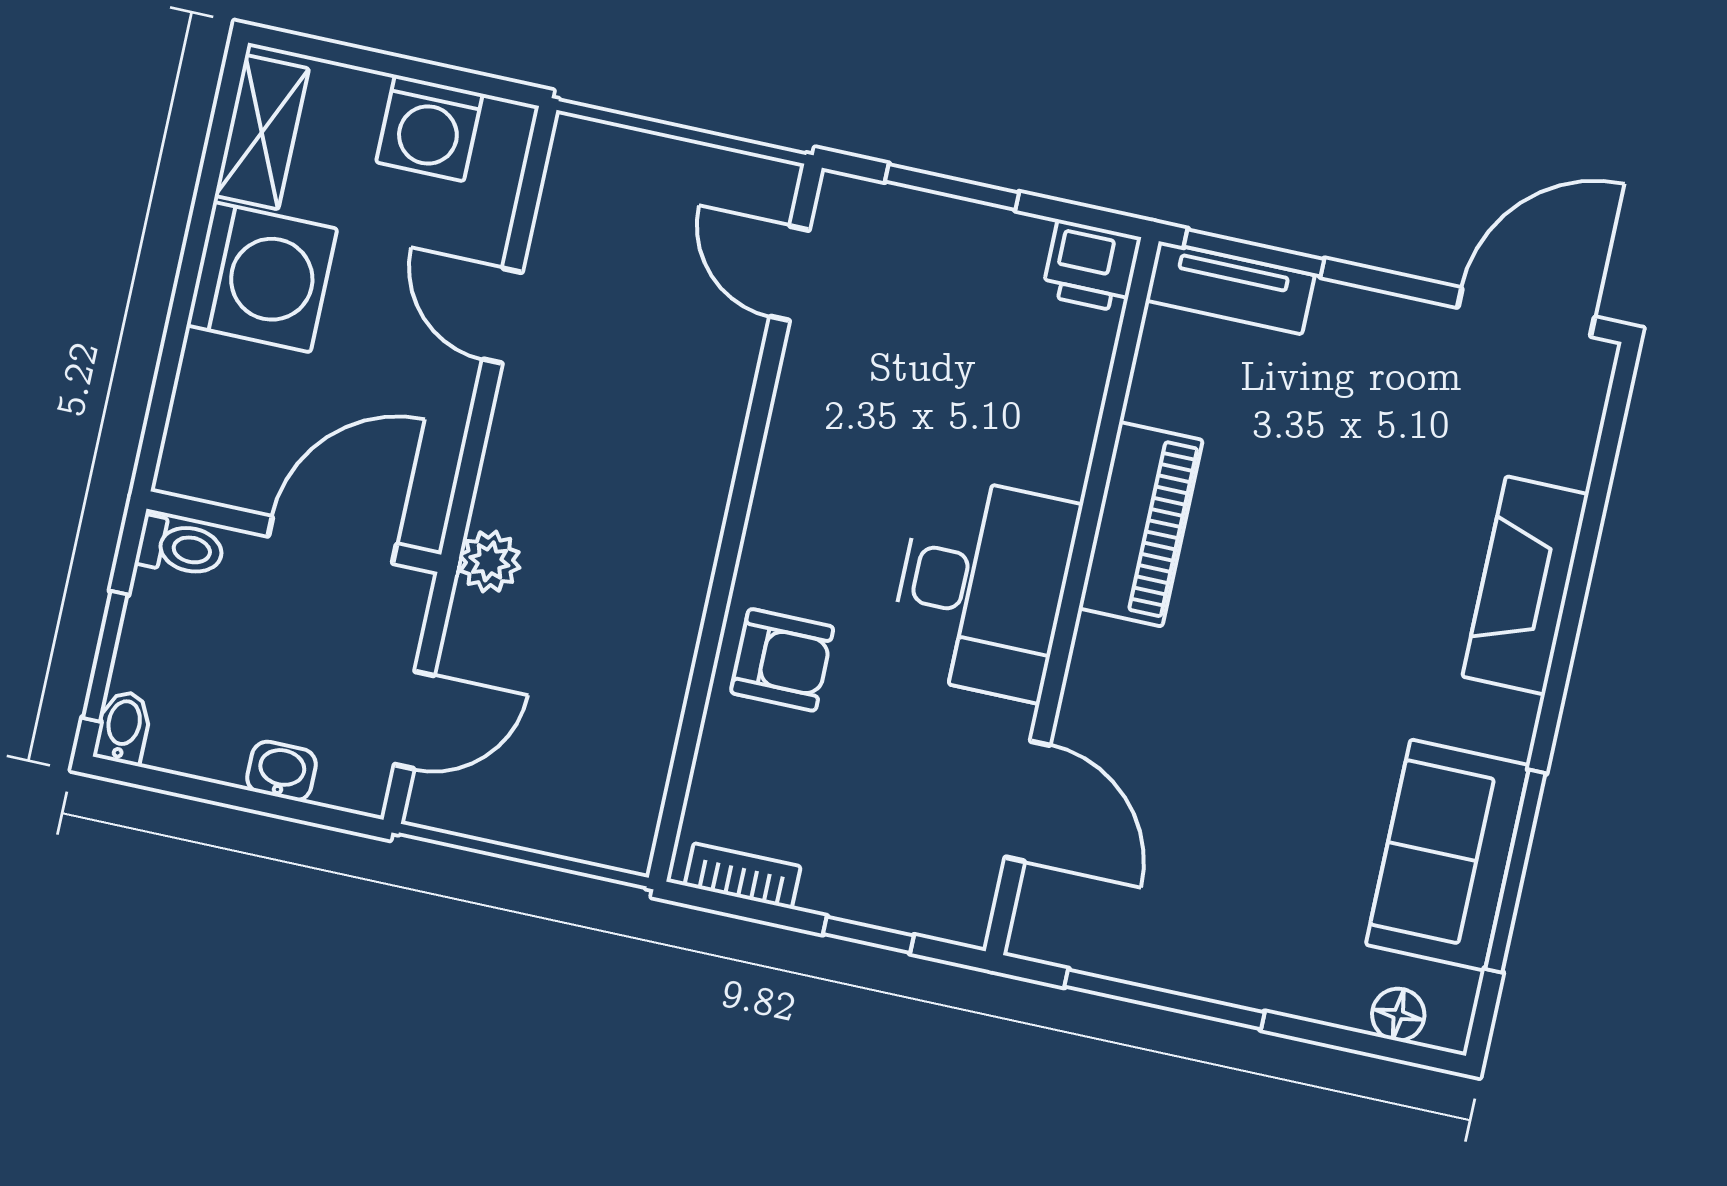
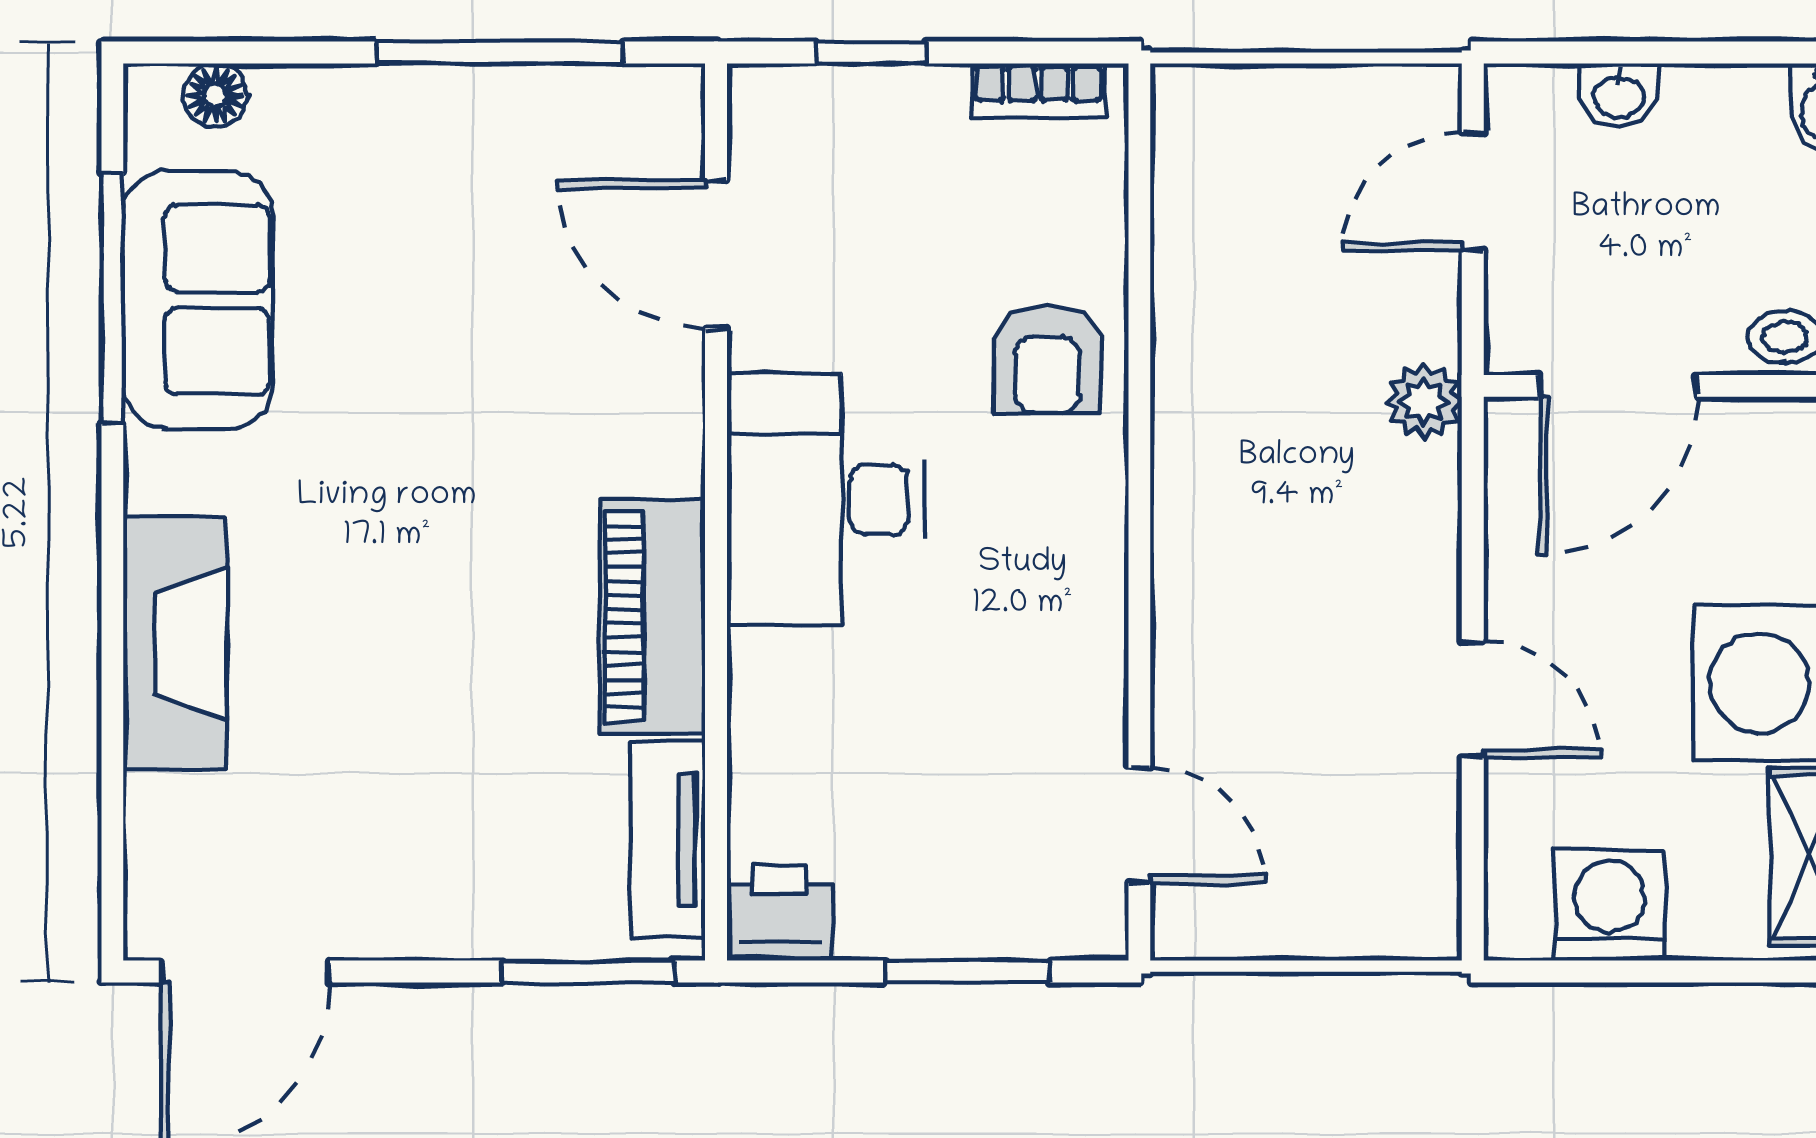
tv unit: (1230, 288) -> (668, 839), moved, turned -90
armchair: (782, 660) -> (1047, 360), turned -90

